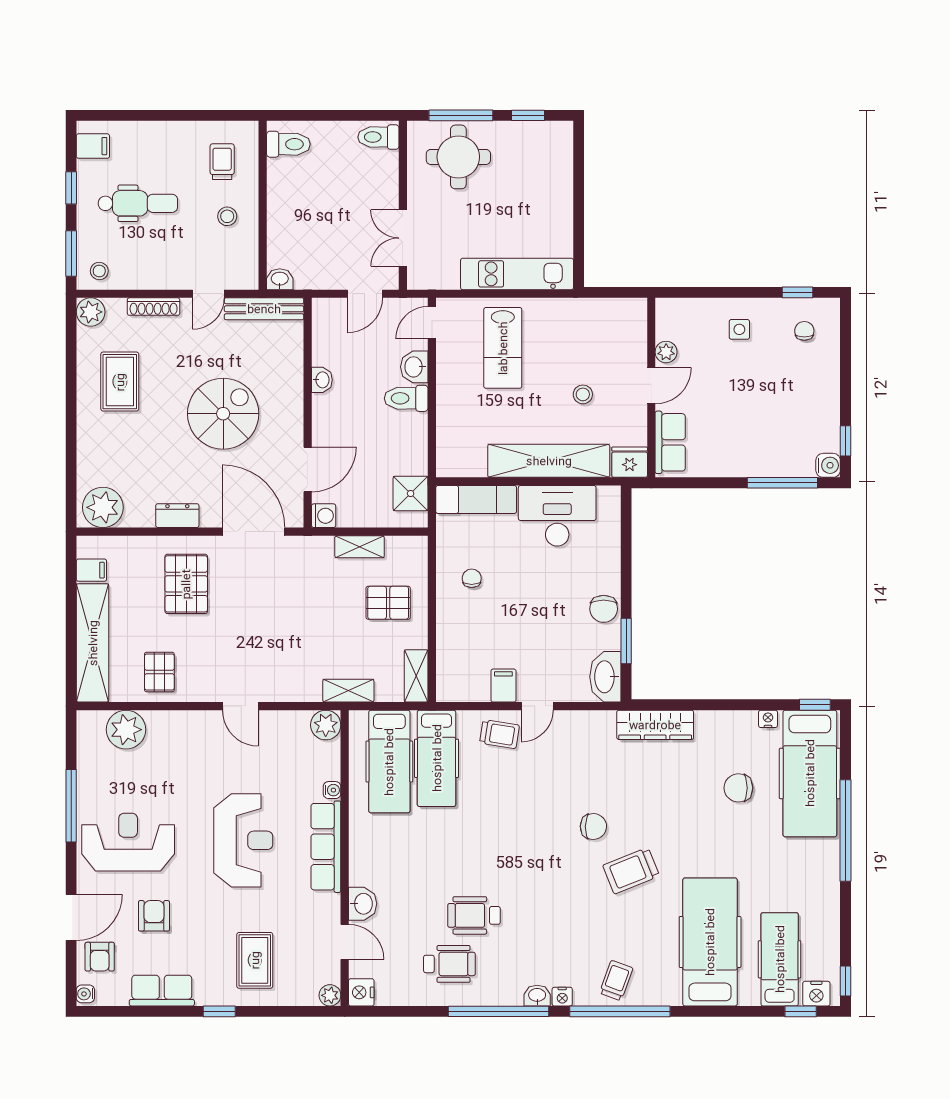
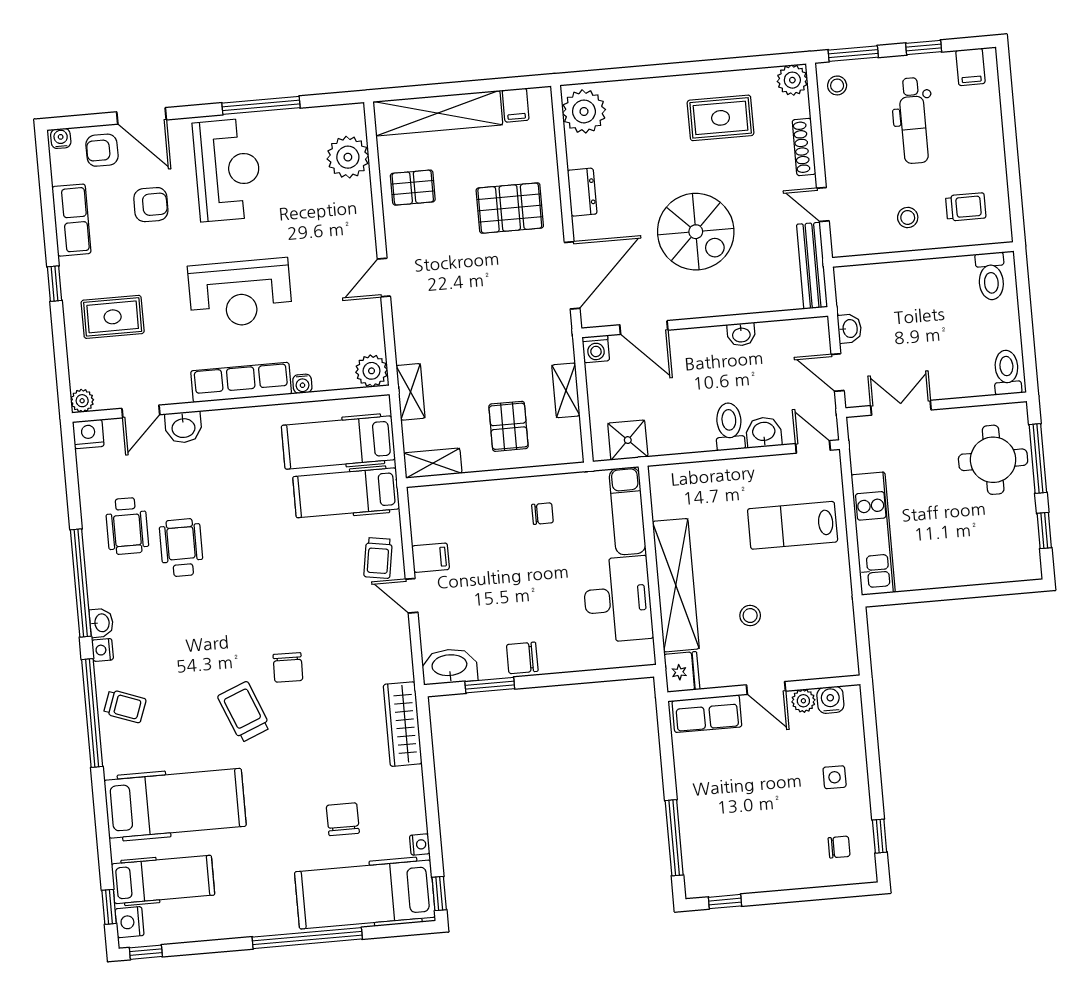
washbasin: (280, 279) -> (849, 329), moved
water cooler: (828, 465) -> (830, 700), moved, turned 180

